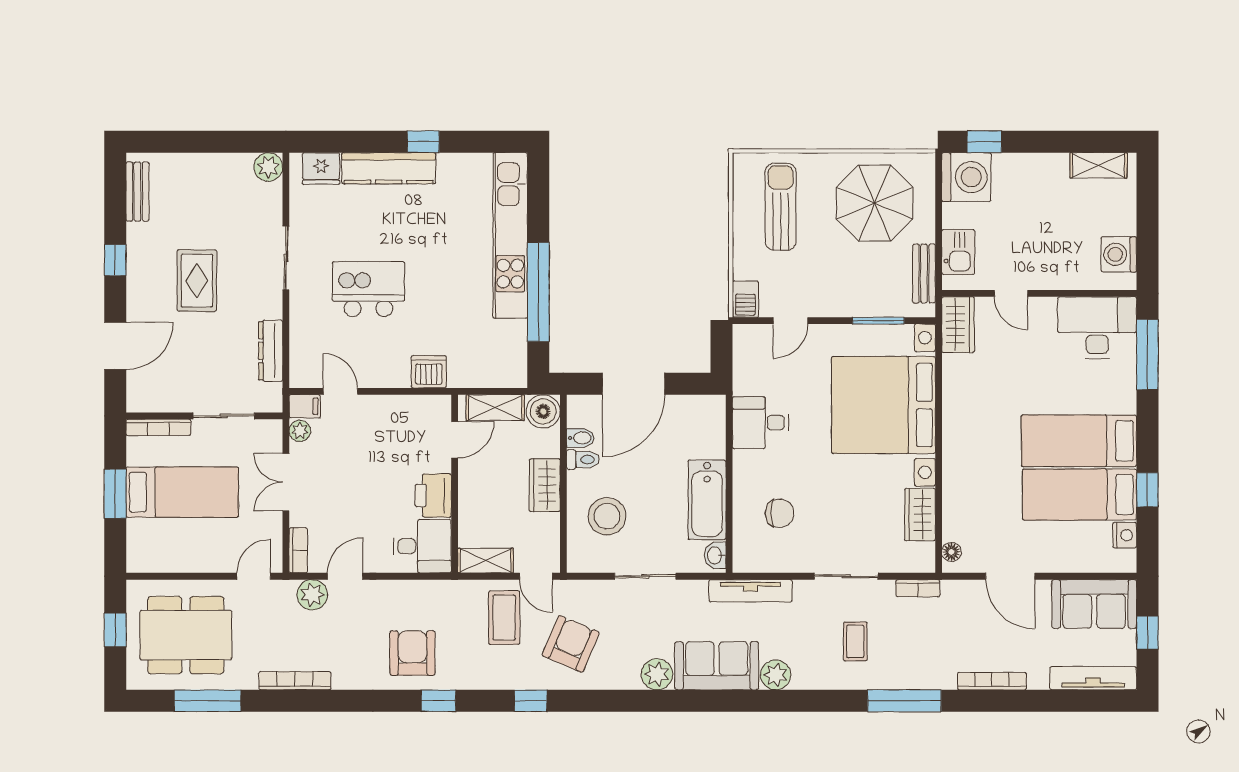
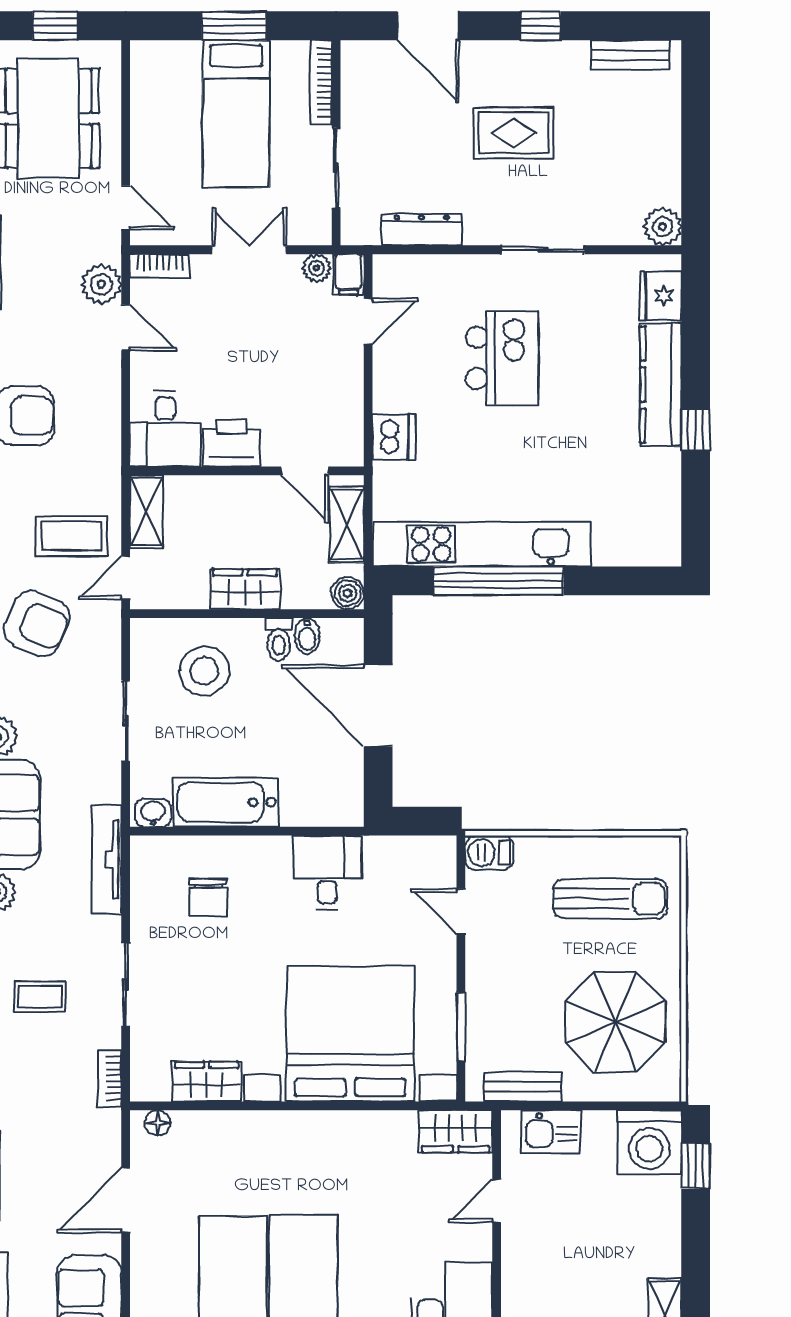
kitchen unit: (510, 235) -> (481, 544), moved
boiler: (543, 411) -> (348, 593), width x0.73, depth x0.73

